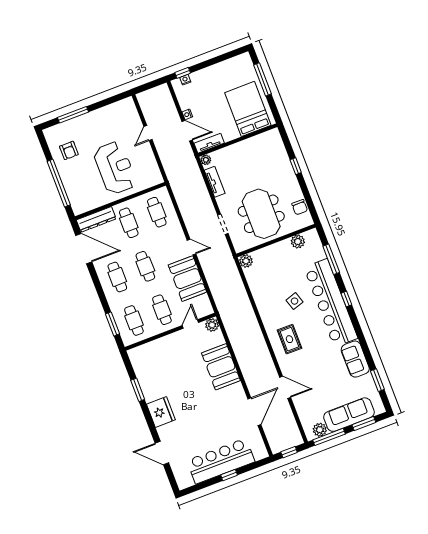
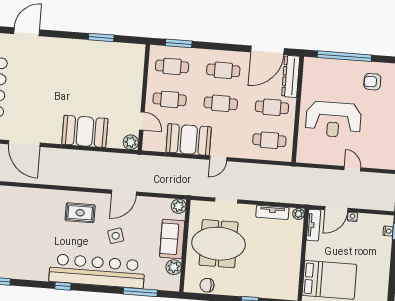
window: (346, 299) -> (63, 286), moved
sofa: (355, 359) -> (172, 239), moved, turned -90
door: (285, 387) -> (124, 193), moved
fridge: (161, 412) -> (68, 50), removed

